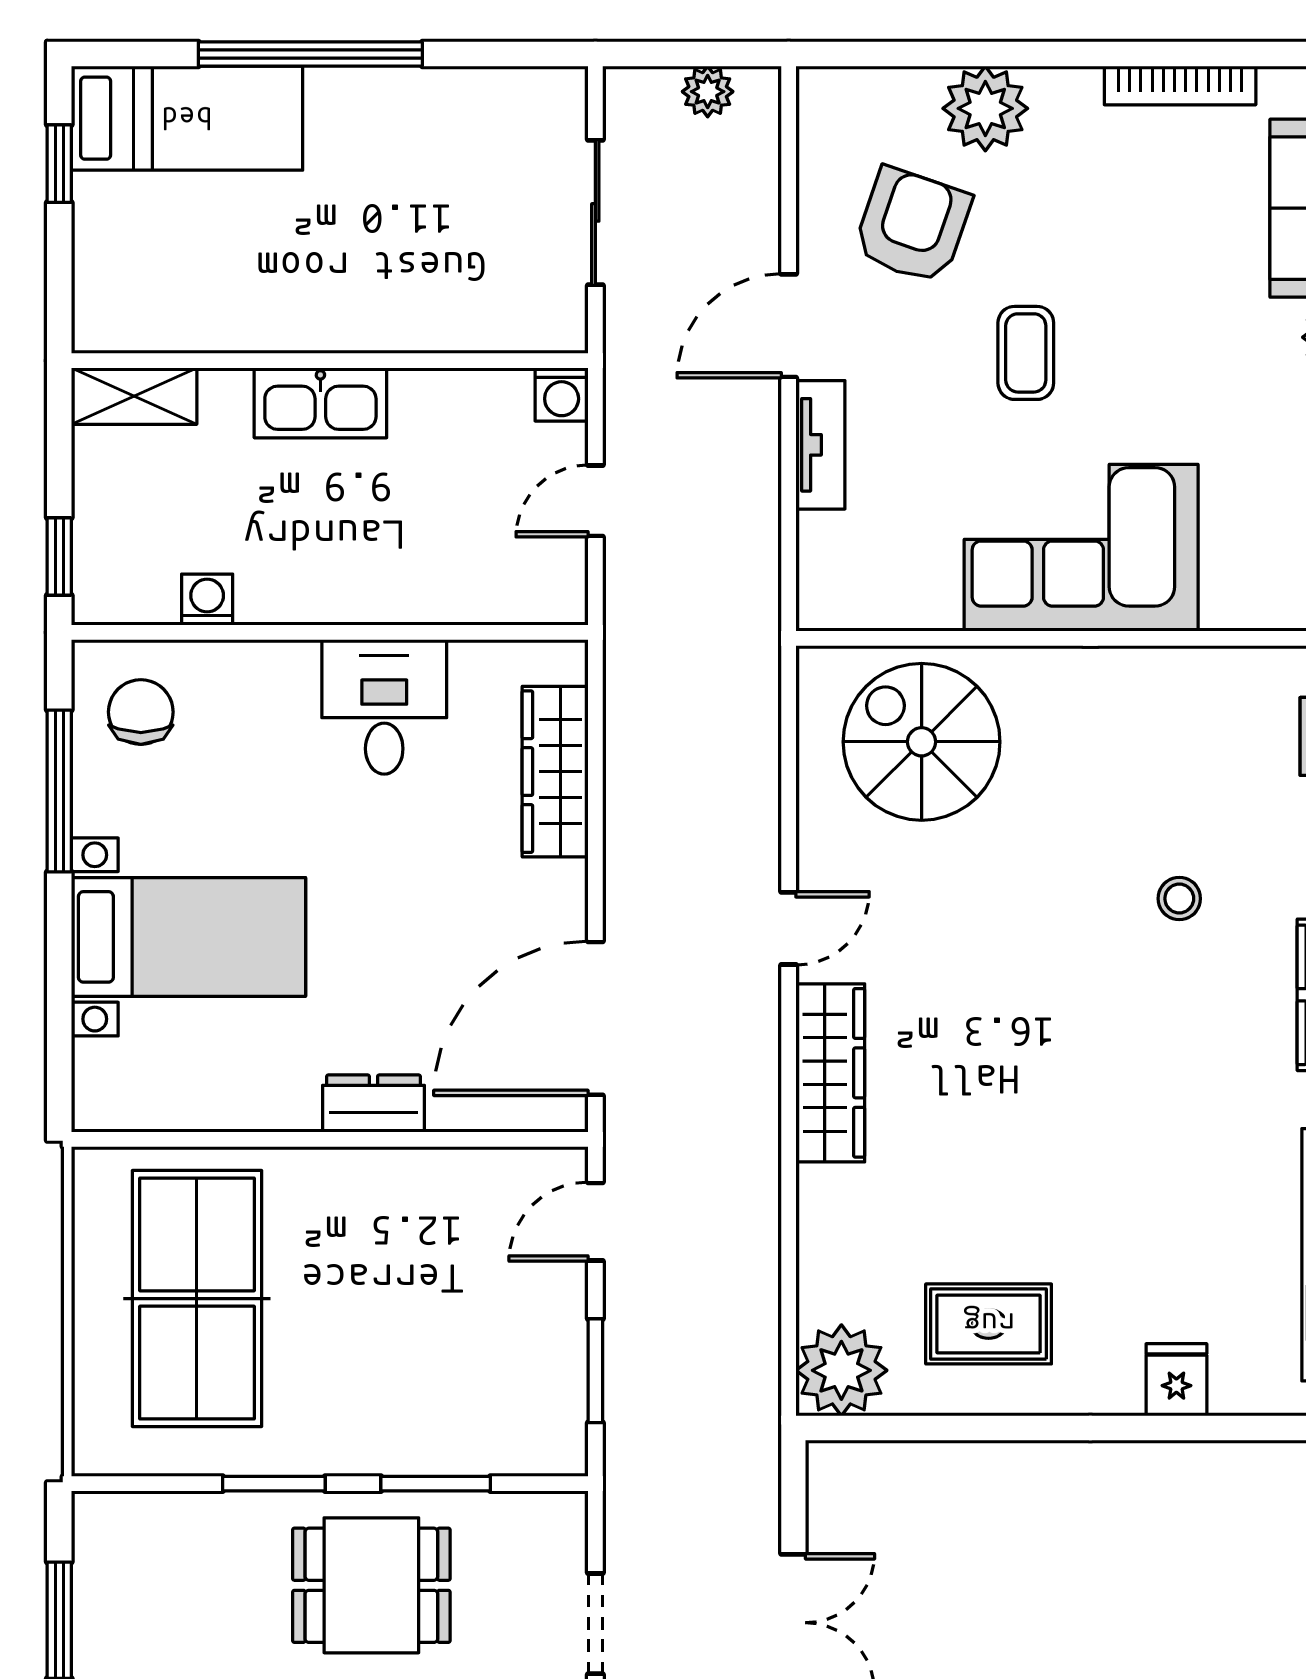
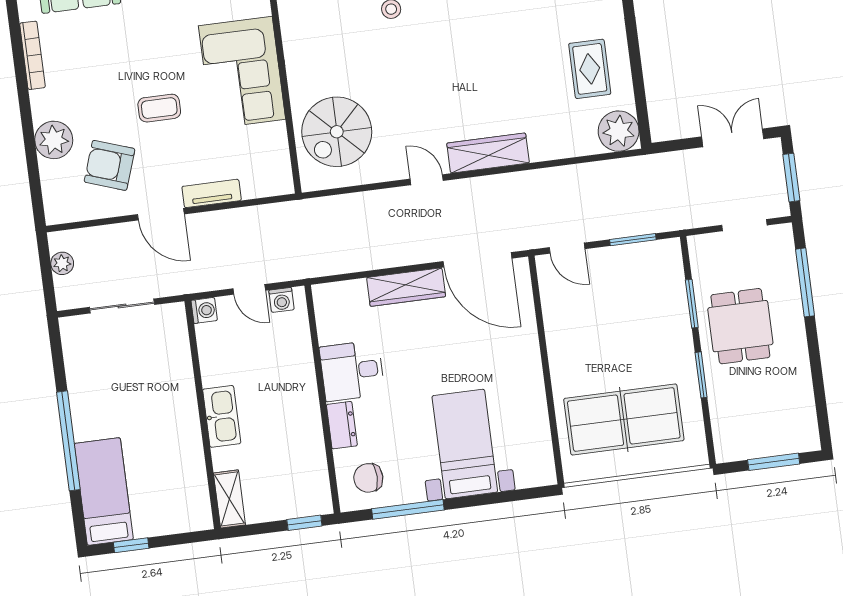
washing machine: (207, 600) -> (282, 300), moved, turned -90
wardrobe: (555, 772) -> (406, 287), moved
dresser: (373, 1104) -> (342, 425), moved, turned 180

